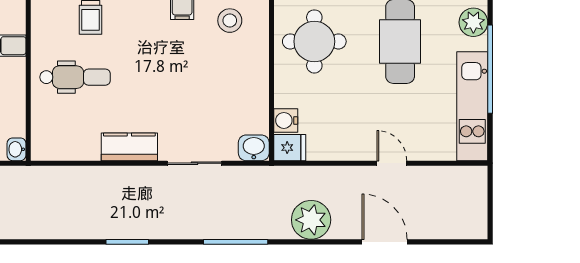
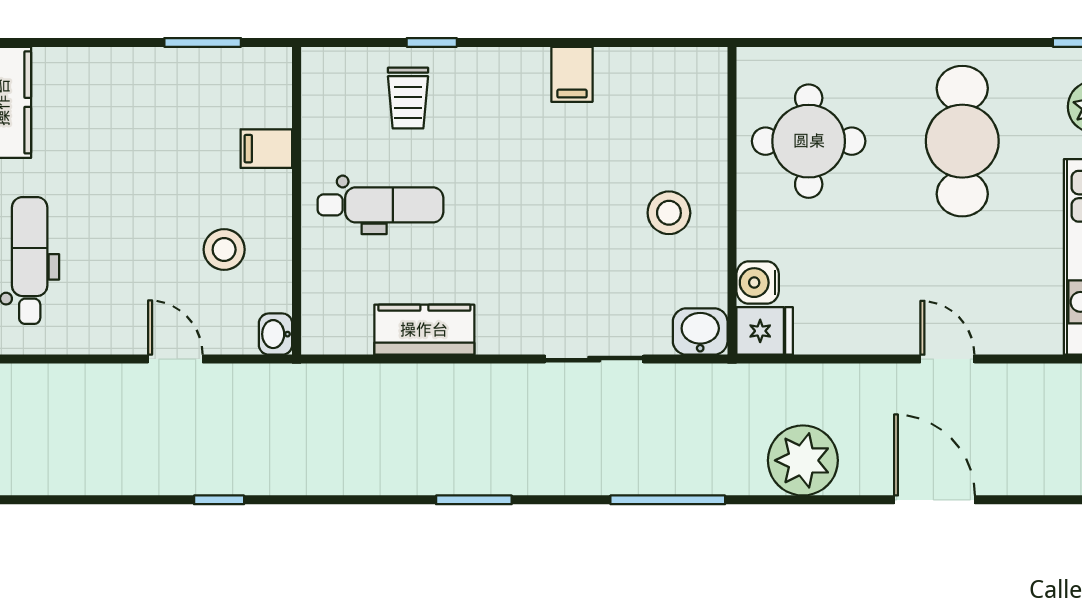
stool: (230, 21) -> (669, 213), moved
kitchen counter: (129, 147) -> (424, 330), moved

